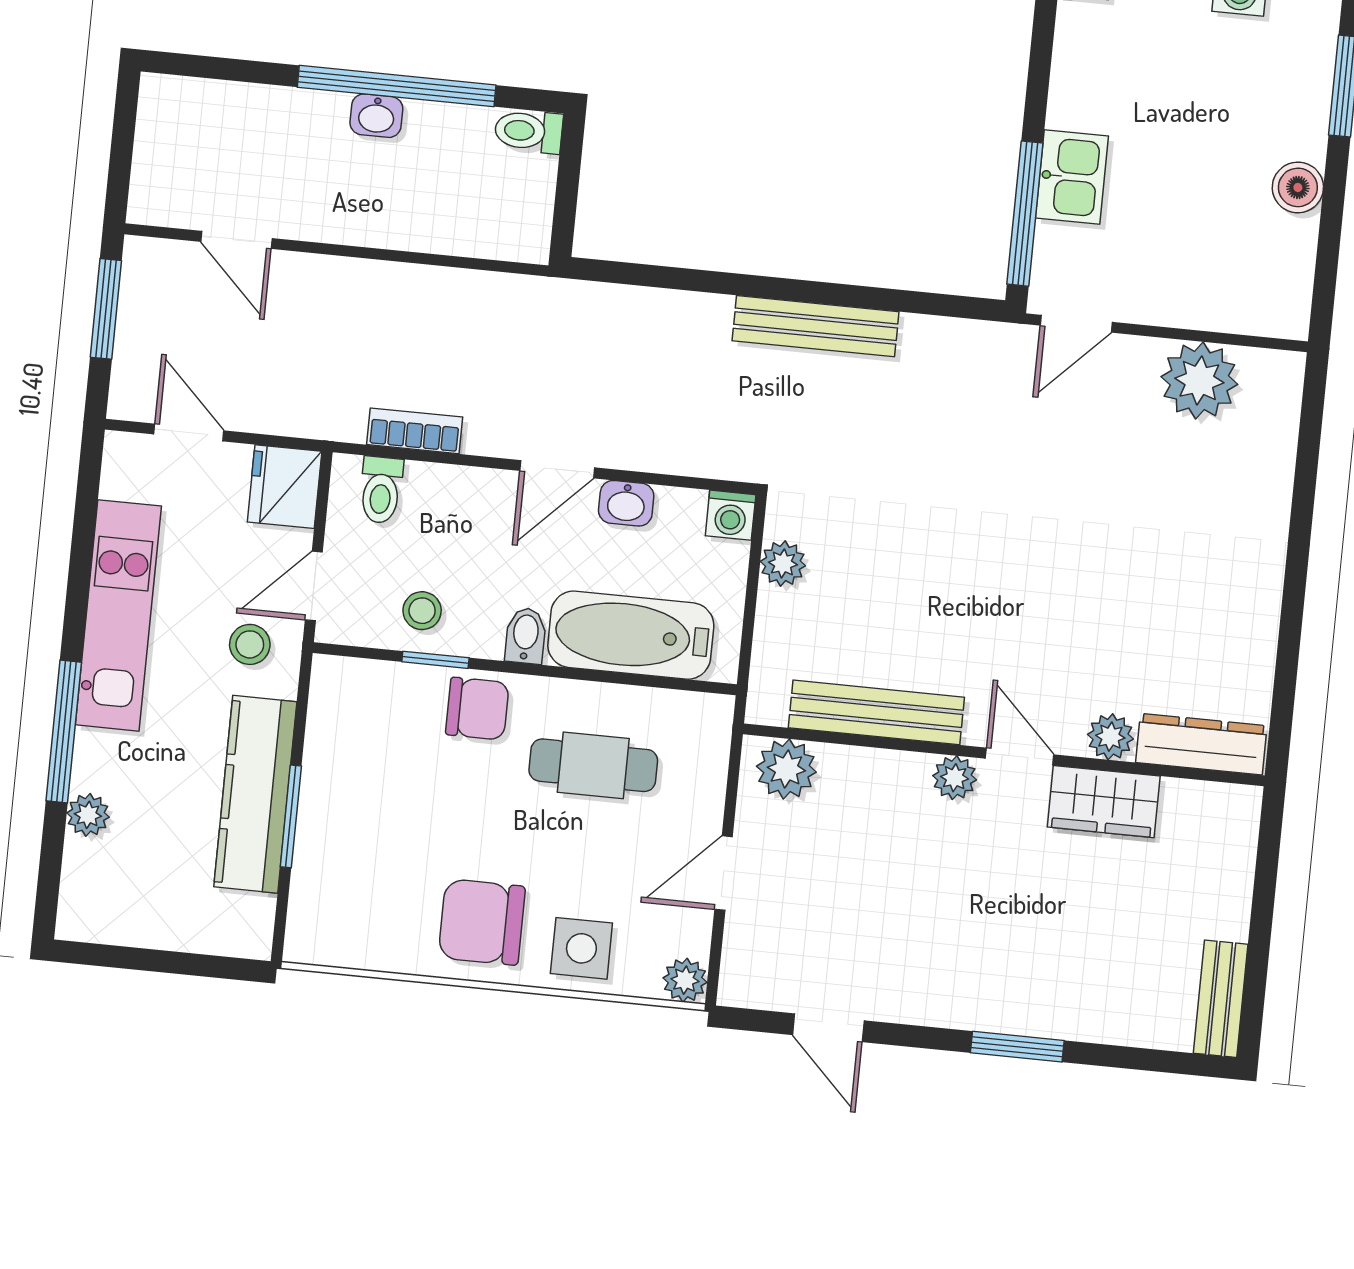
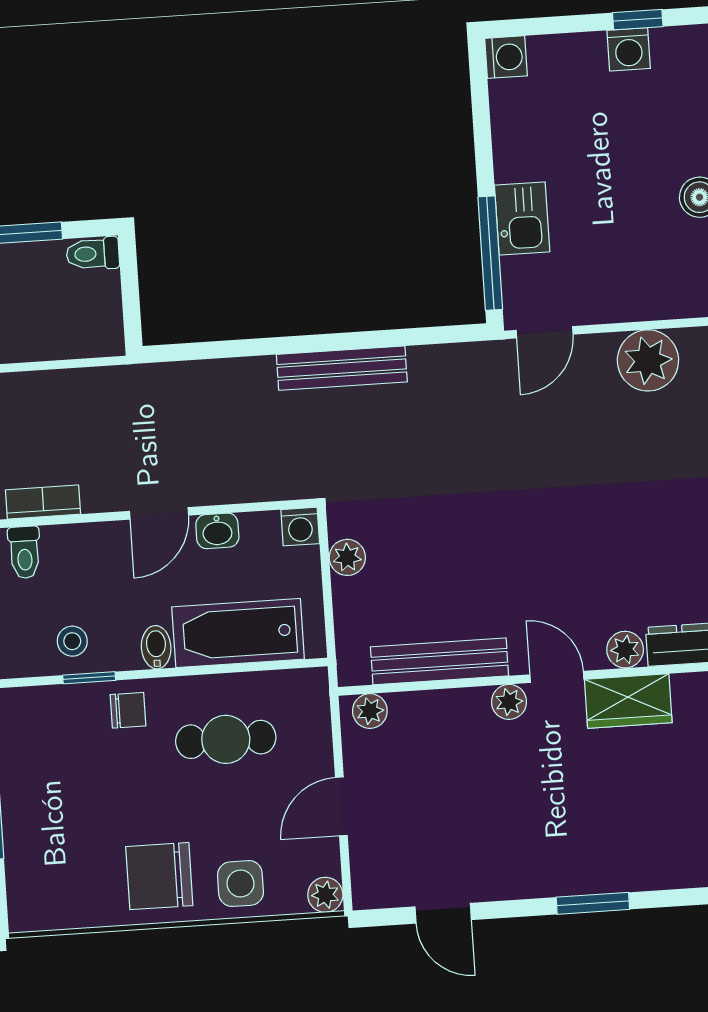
chair: (477, 709) -> (128, 710), width x0.73, depth x0.73
plant: (786, 769) -> (370, 711), width x0.73, depth x0.73

